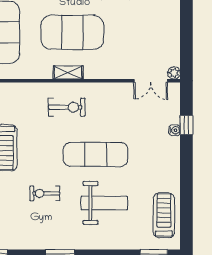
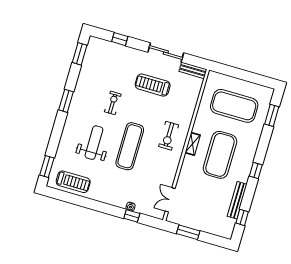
window: (186, 44) -> (188, 232), added
plant: (174, 73) -> (171, 218), removed
weight bench: (104, 203) -> (94, 143), turned 180

